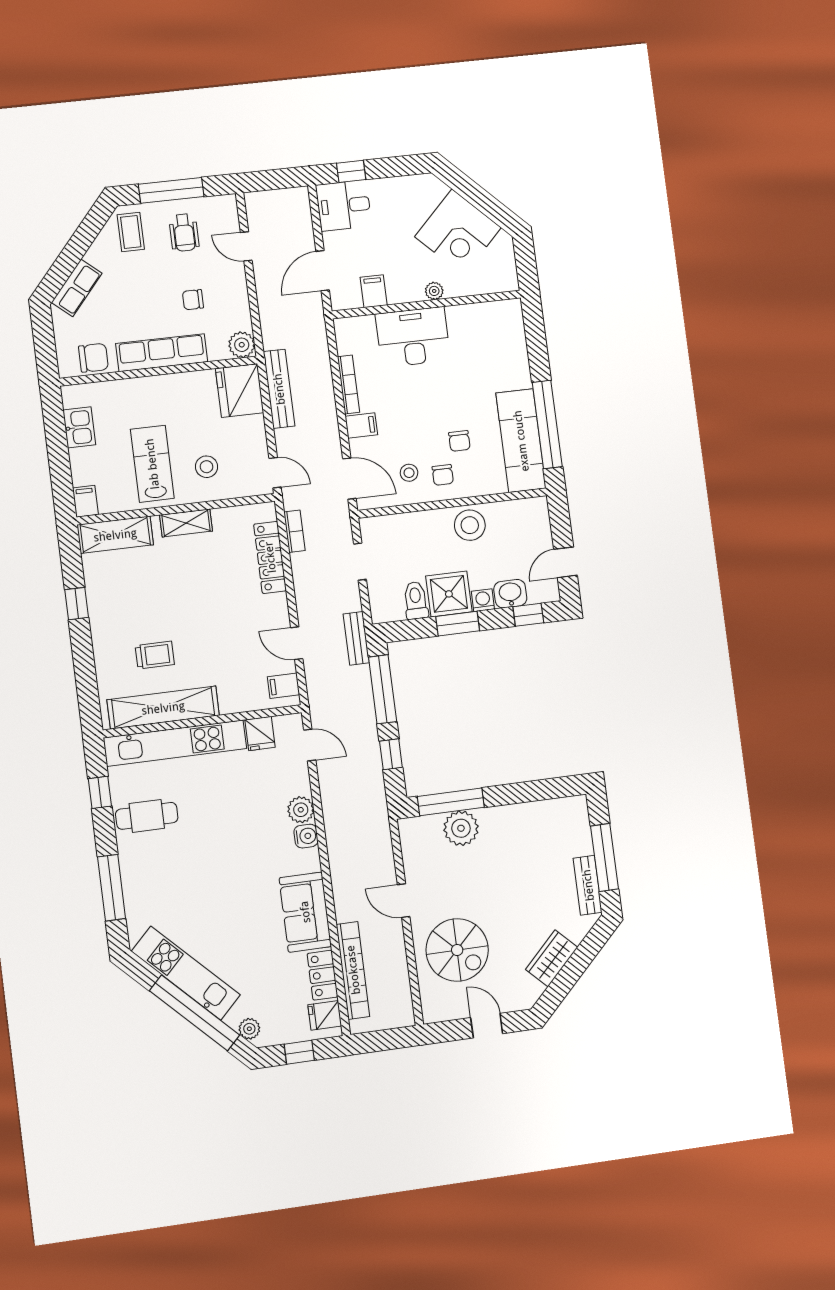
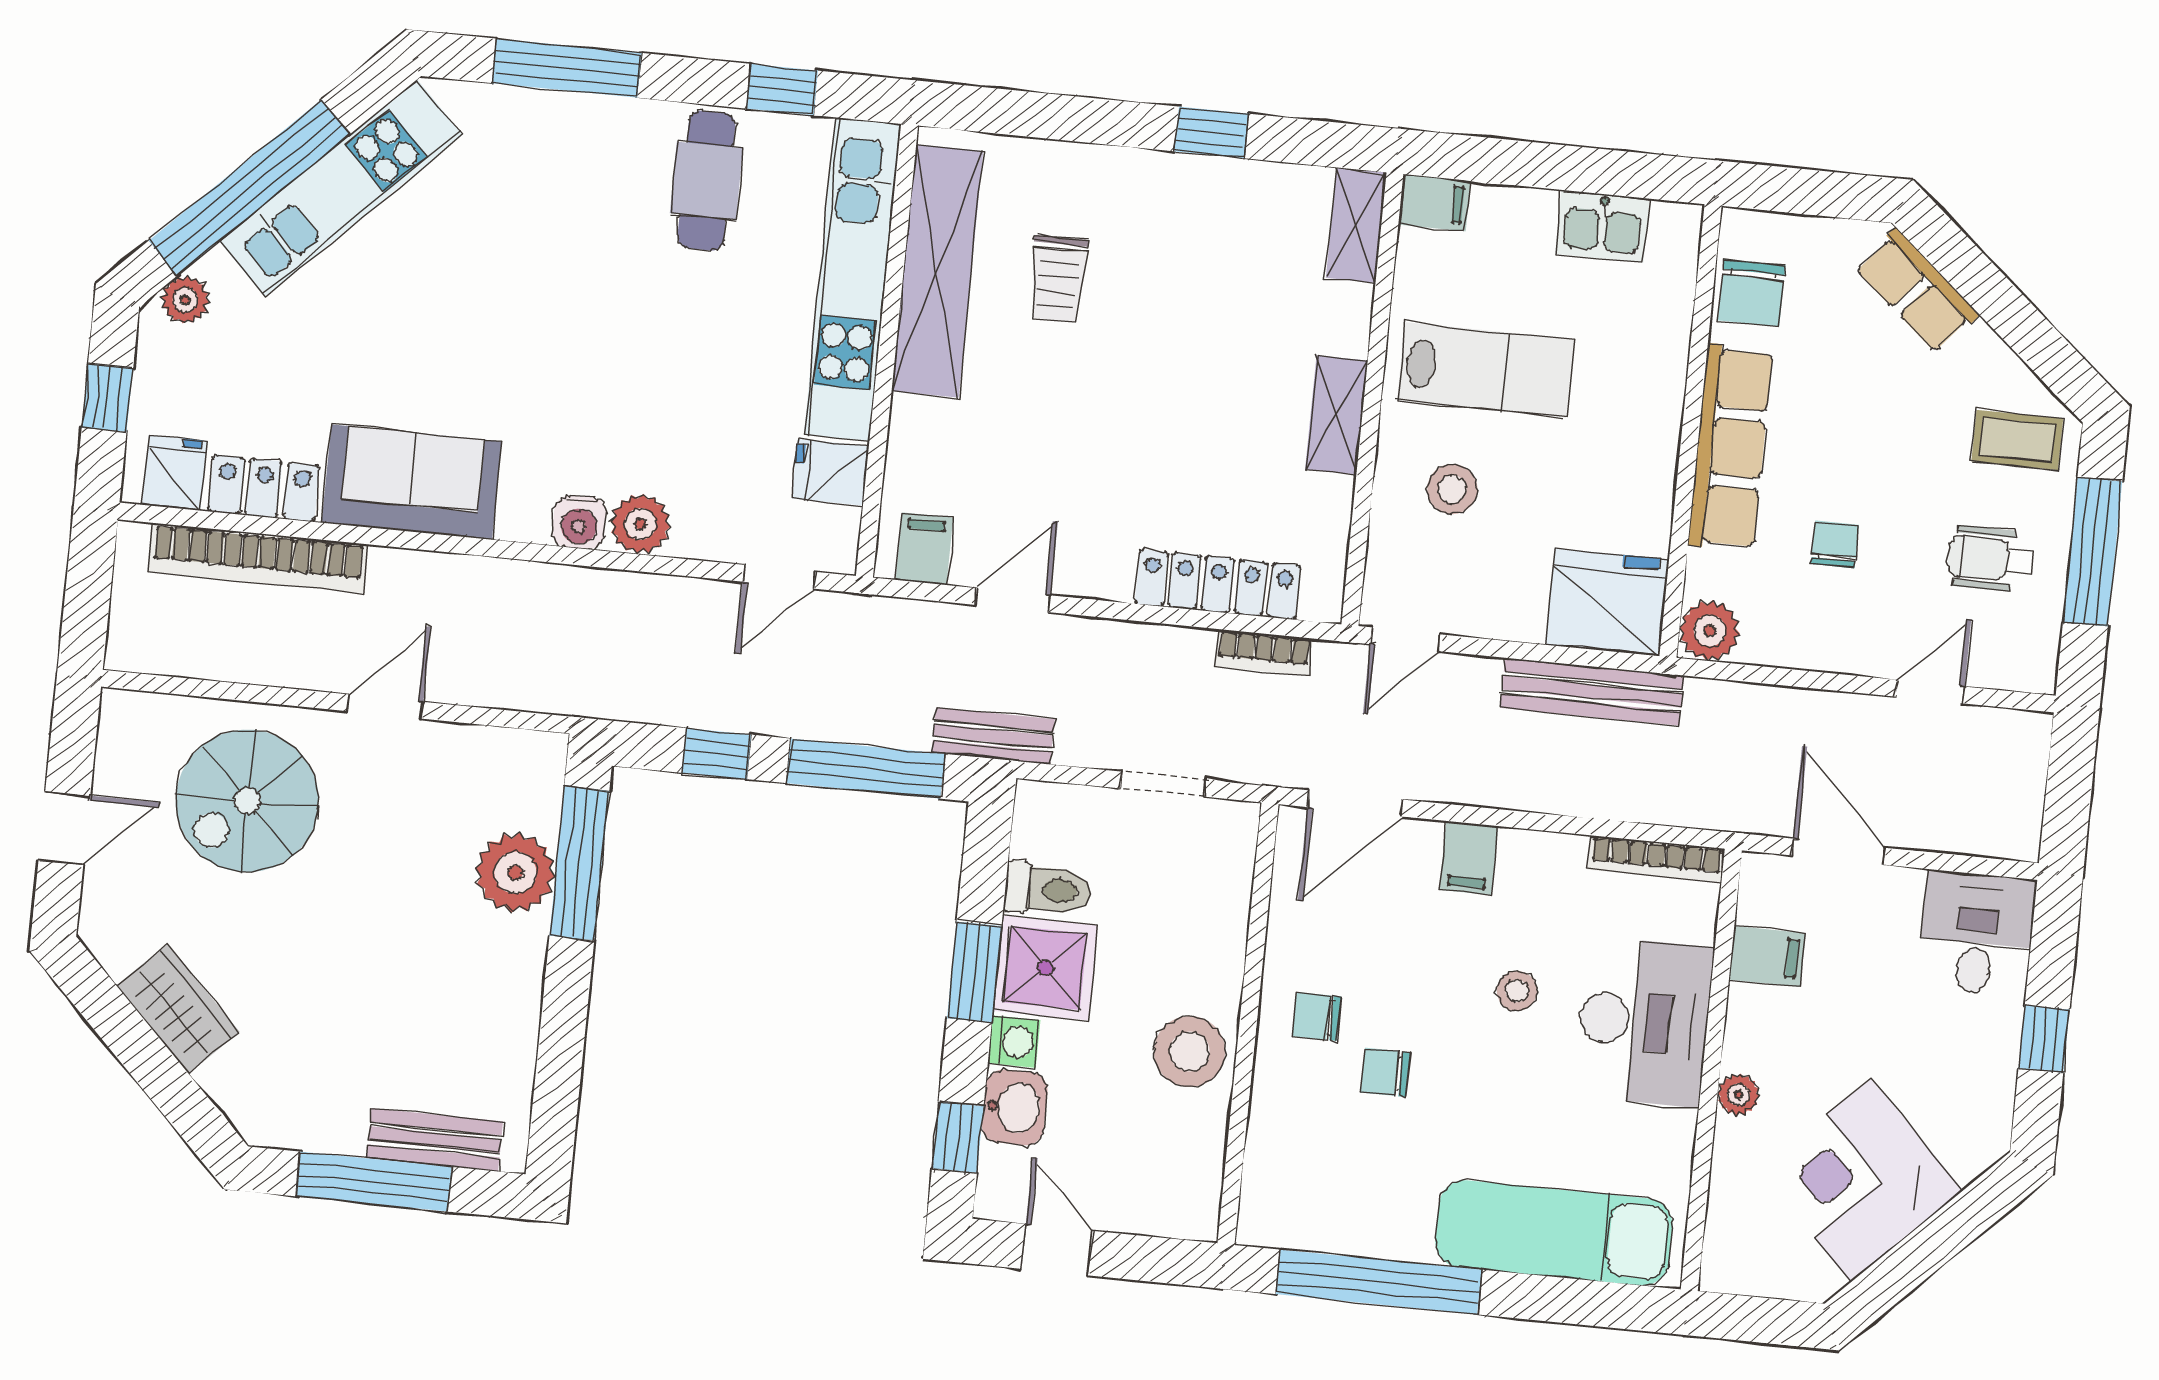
window: (351, 171) -> (2044, 1039), moved
bookcase: (348, 385) -> (1656, 859), moved
exam couch: (521, 441) -> (1554, 1233), moved
stool: (409, 473) -> (1517, 991), moved
shelving: (115, 535) -> (1356, 225), width x0.67, depth x0.75
bench: (588, 885) -> (435, 1140), moved

